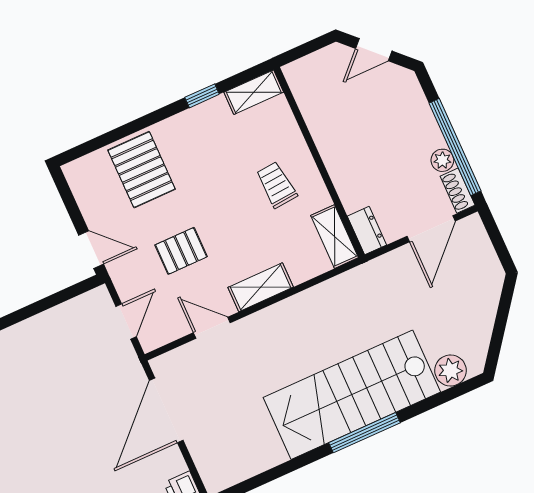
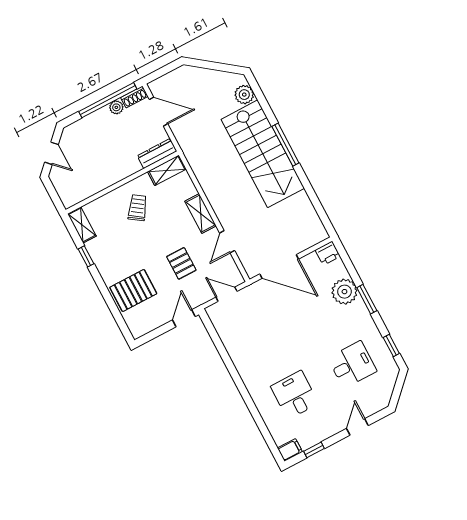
trolley: (276, 185) -> (138, 208), turned 130
dresser: (367, 231) -> (157, 153), width x1.44

